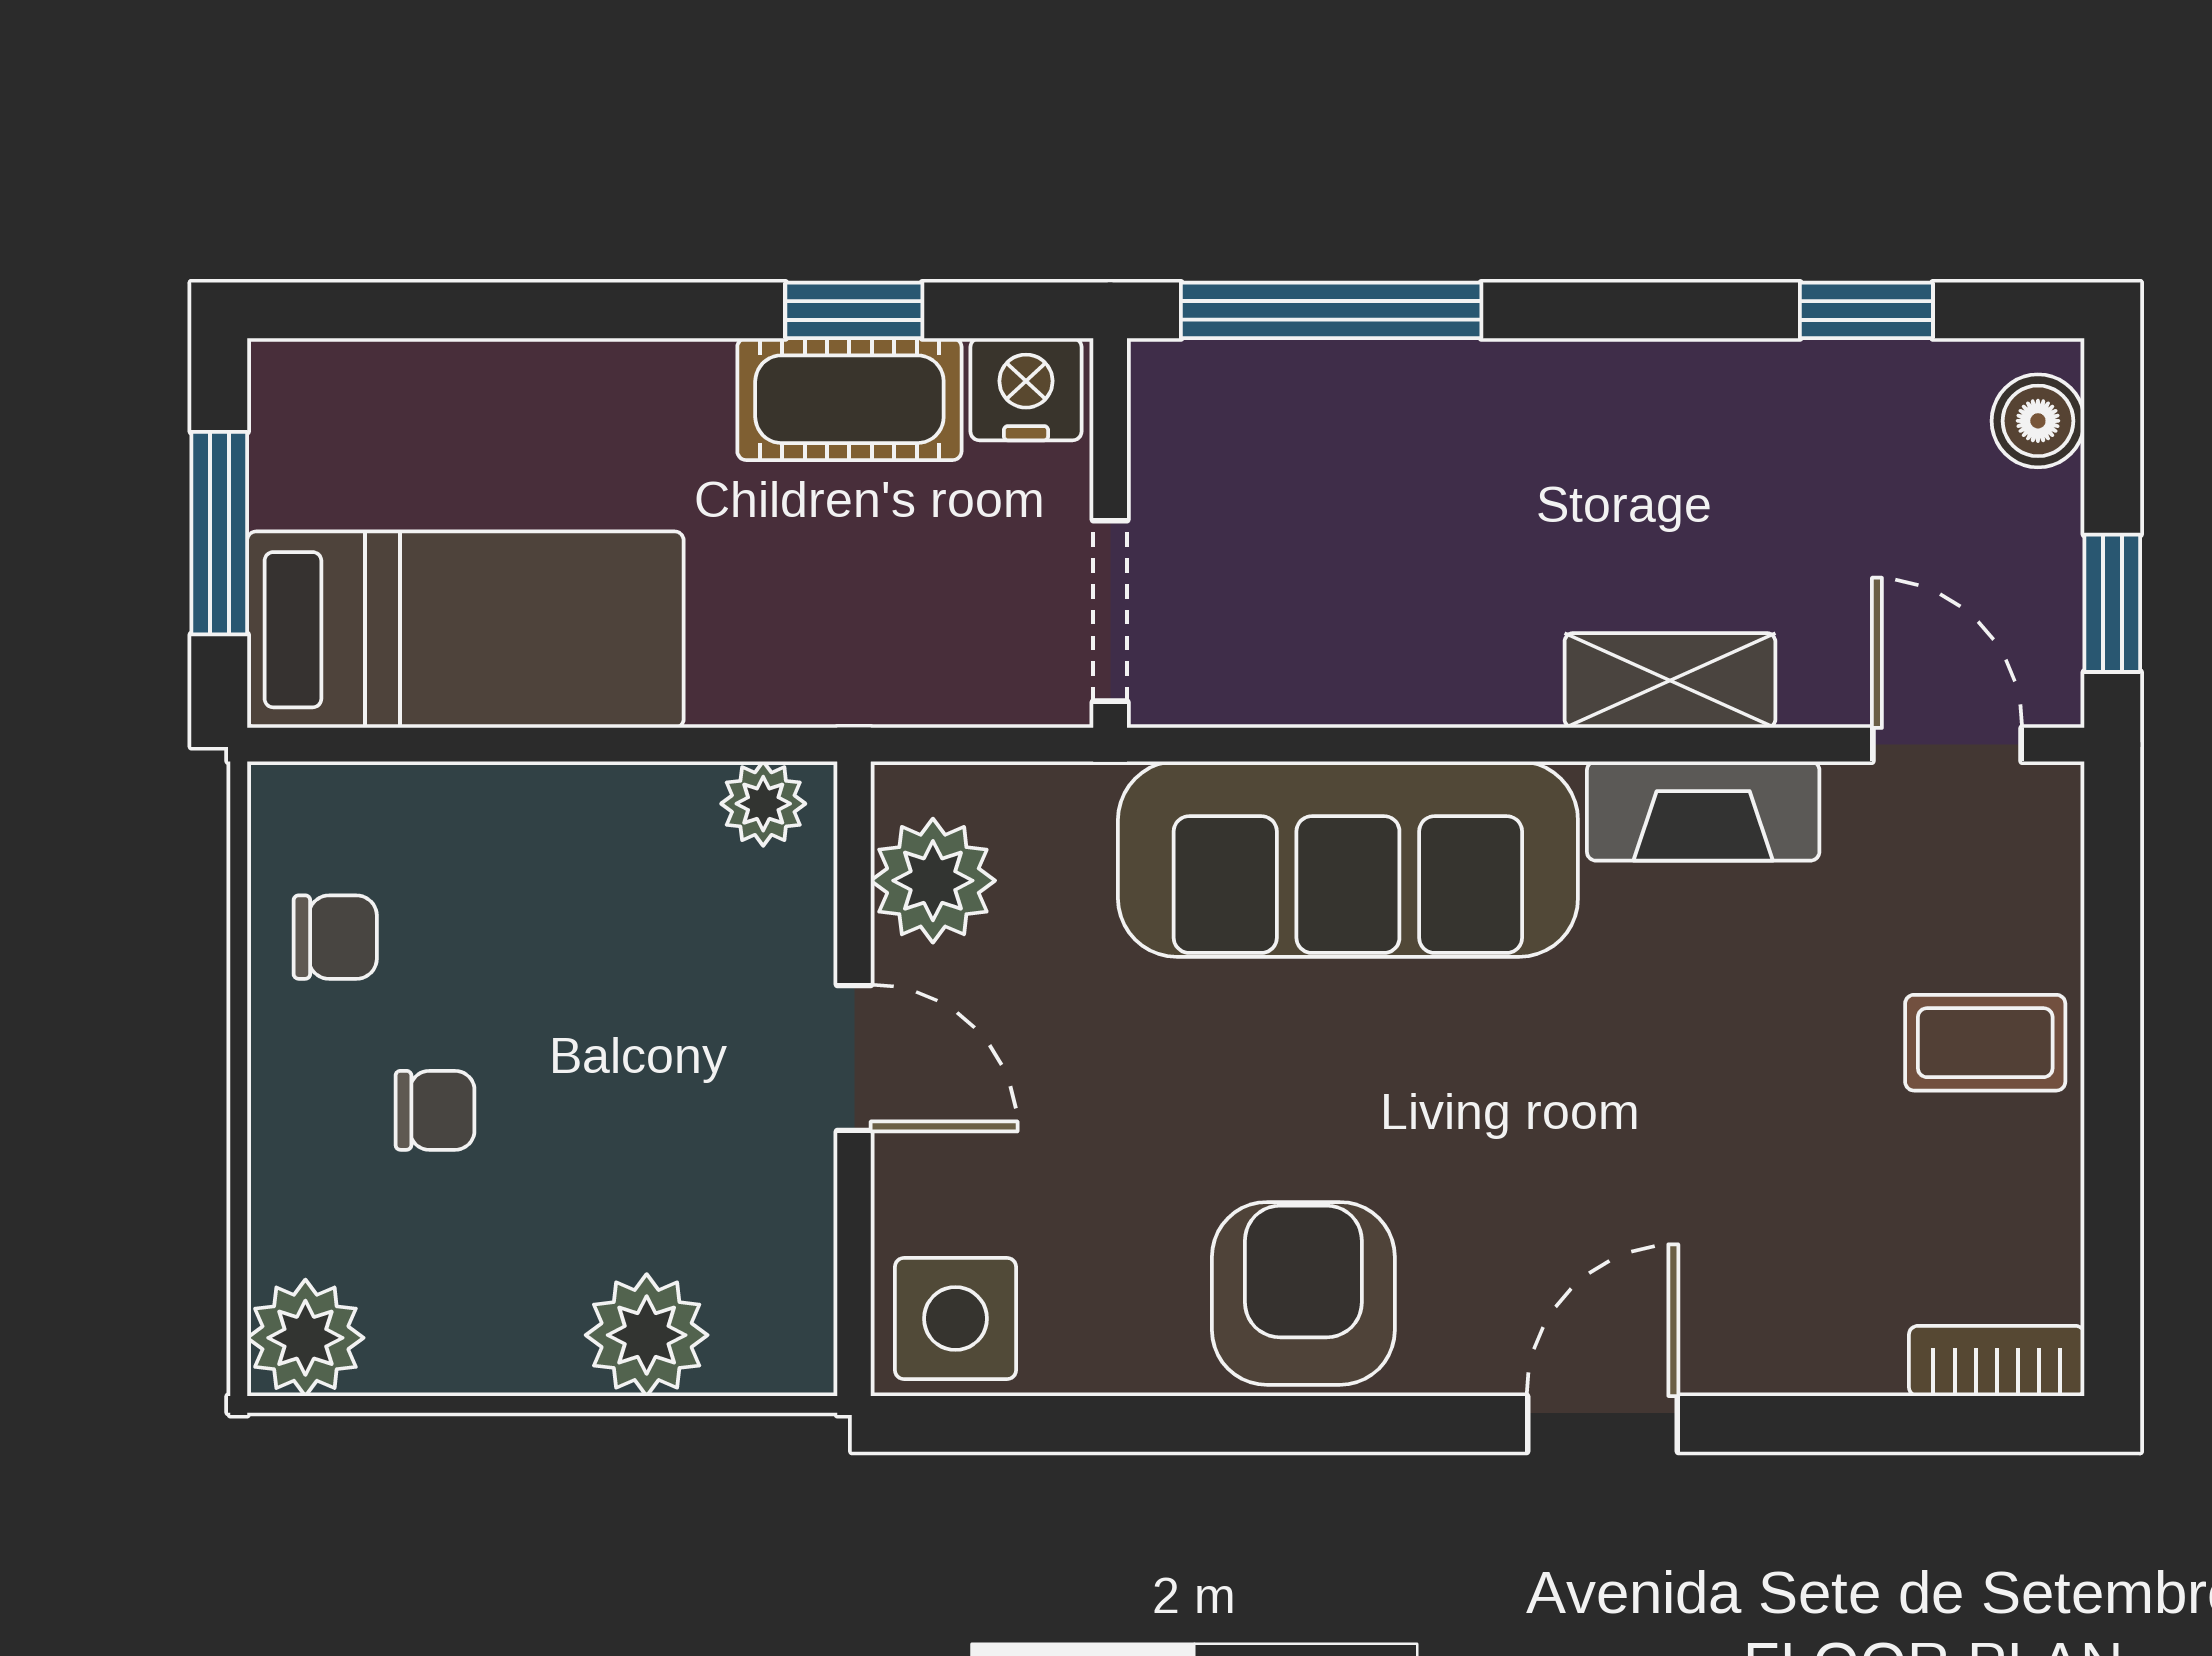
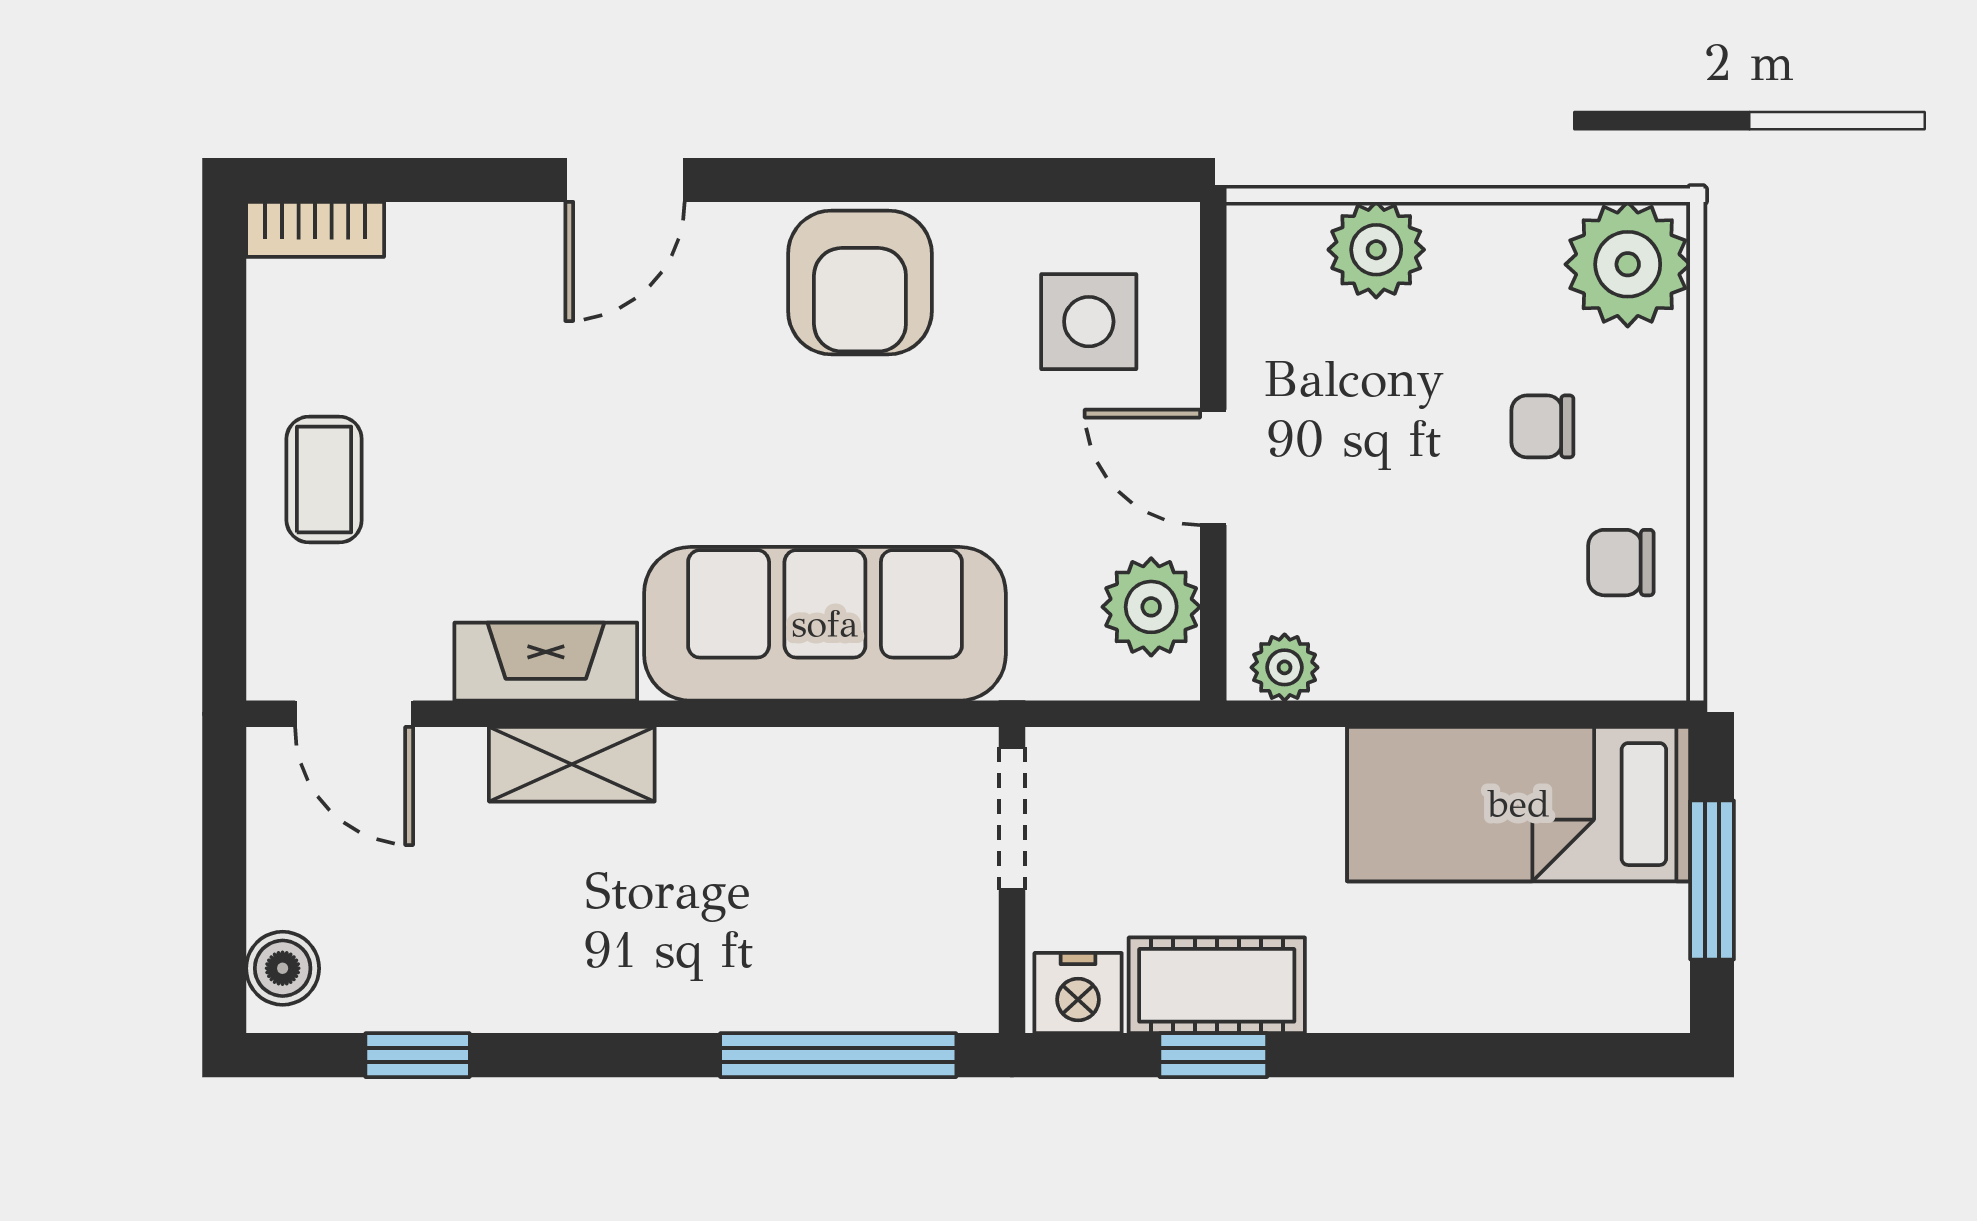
window: (2112, 603) -> (224, 825), removed
coffee table: (1985, 1043) -> (324, 480), turned 90
side table: (955, 1319) -> (1089, 322), moved
plant: (305, 1338) -> (1628, 264), width x1.36, depth x1.36

